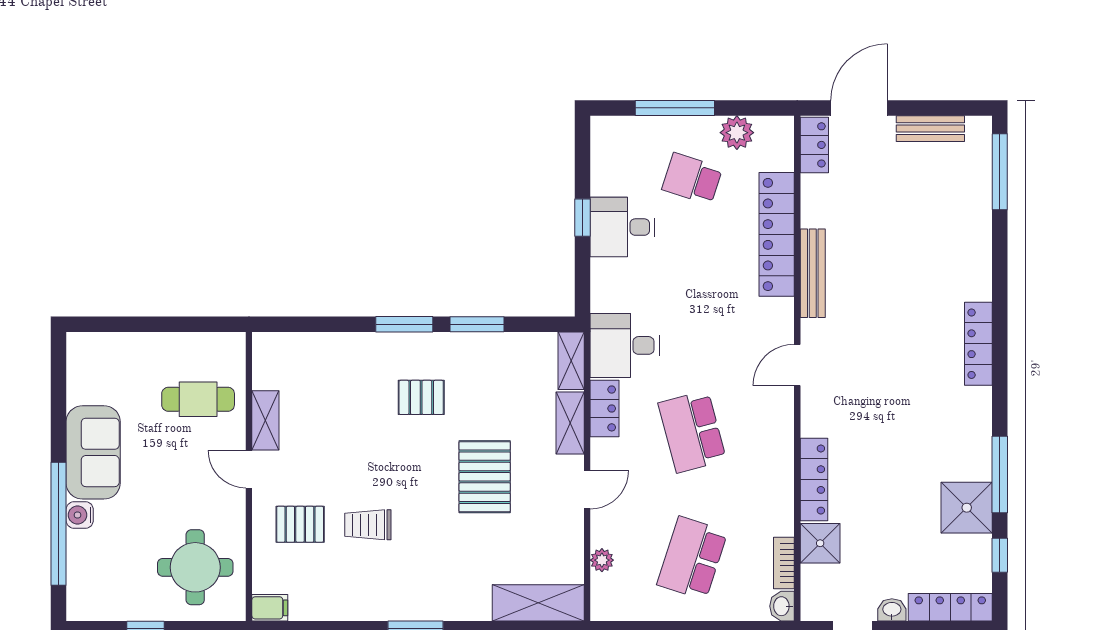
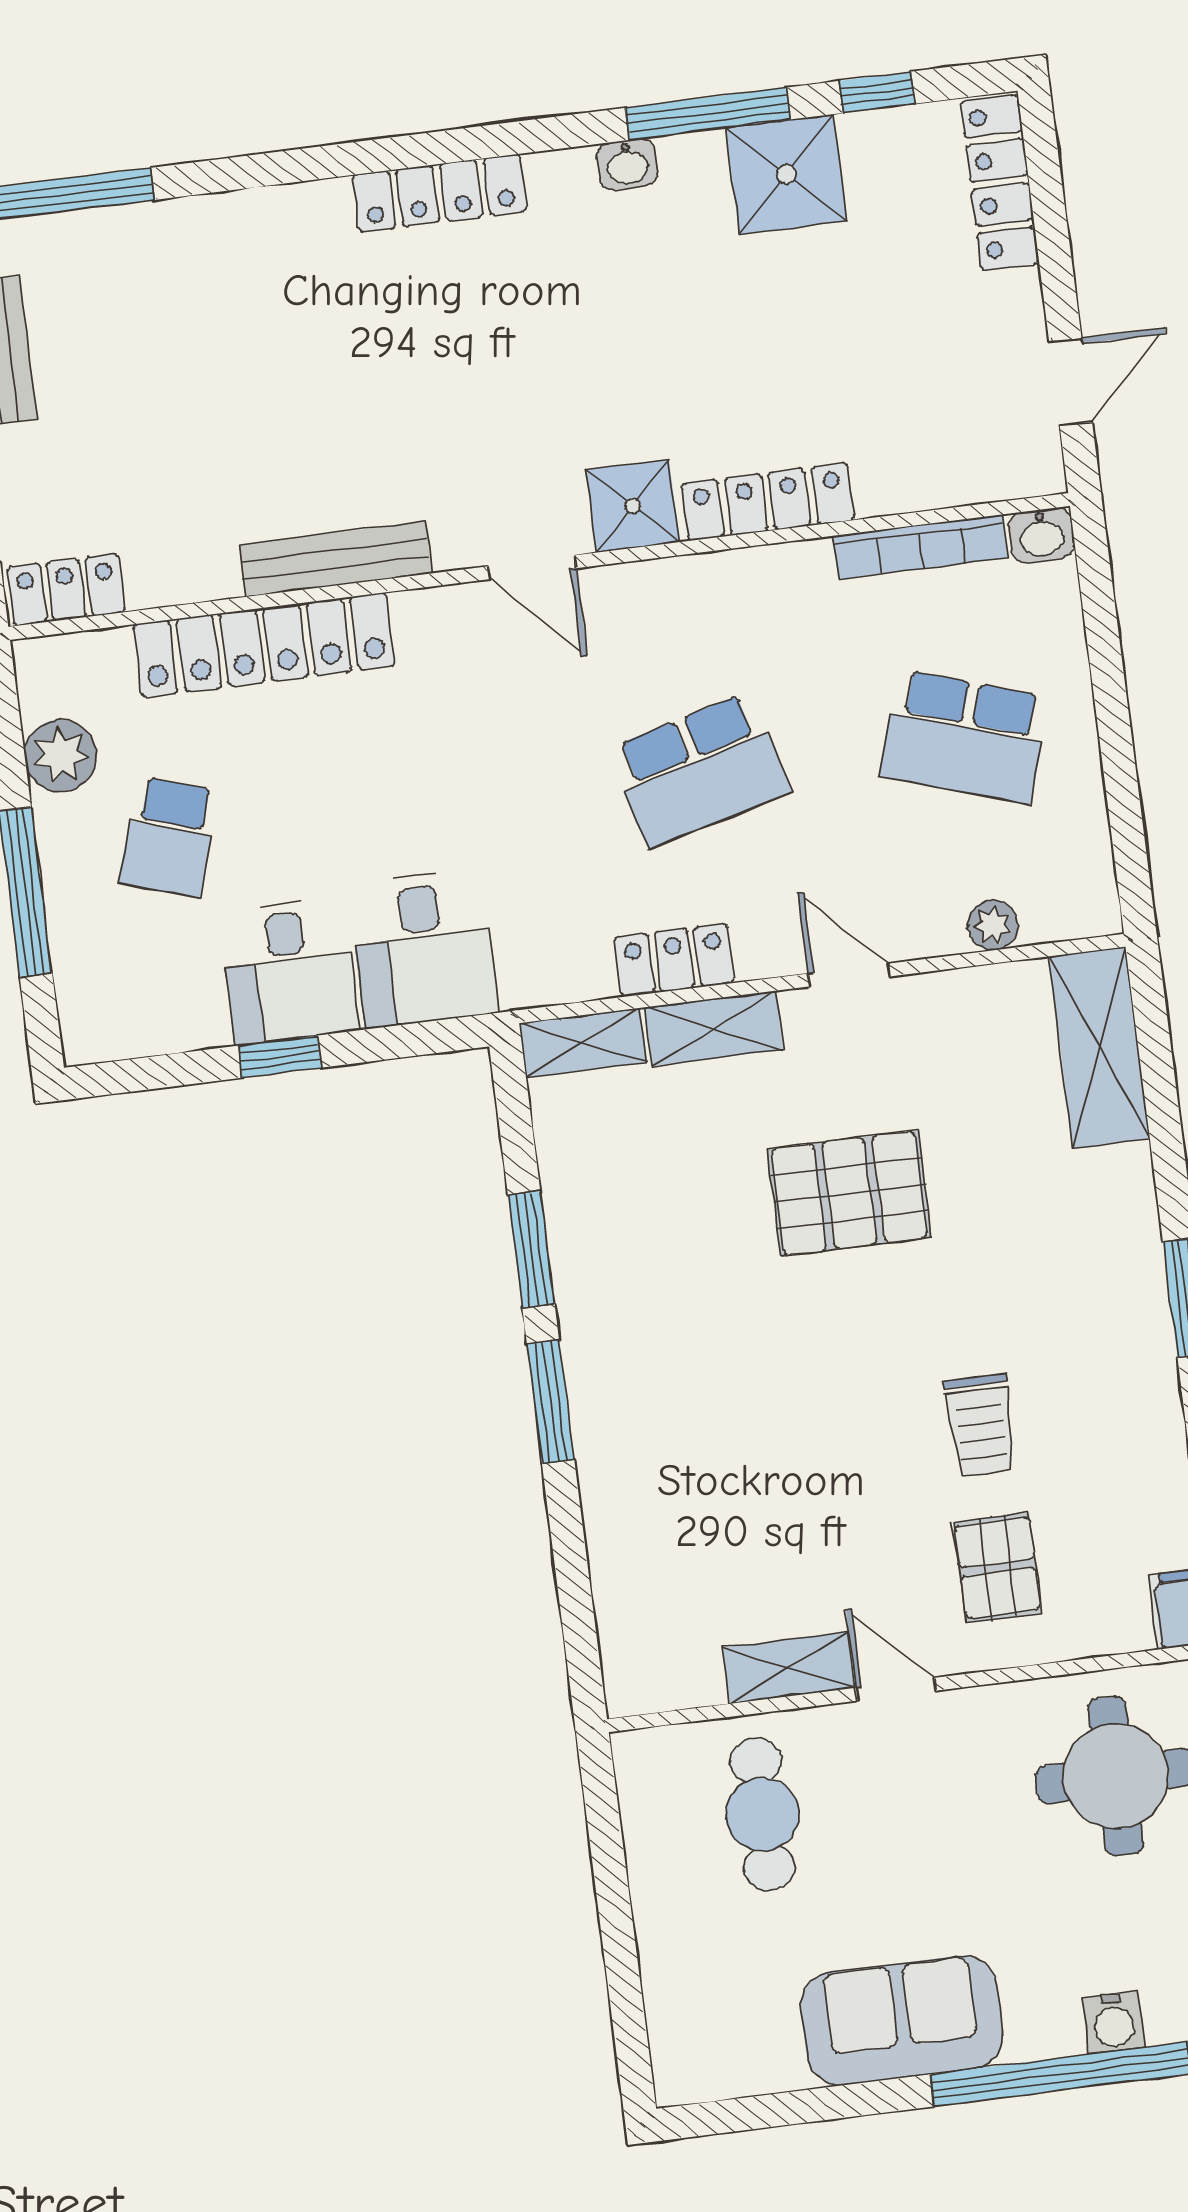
desk: (625, 345) -> (424, 948), moved
pallet: (421, 397) -> (700, 1347), removed
door: (249, 469) -> (896, 1689), swing flipped
water cooler: (80, 515) -> (1114, 2022), moved
shower: (820, 543) -> (633, 506), moved
bookcase: (784, 563) -> (920, 547), width x1.56
washbasin: (892, 610) -> (627, 164), moved, turned -90

